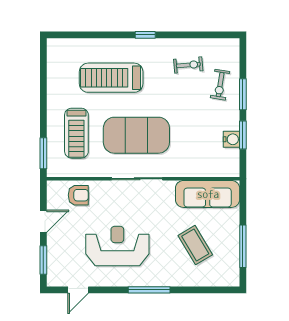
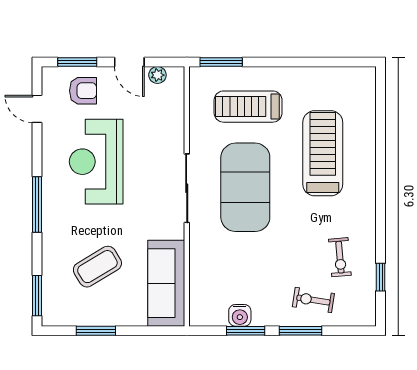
window: (145, 35) -> (381, 277), moved
armchair: (78, 195) -> (83, 91), moved, turned -90
plant: (53, 200) -> (157, 75), added
reception desk: (117, 246) -> (96, 162), turned 180
window: (243, 246) -> (96, 331), width x0.69
window: (217, 290) -> (37, 296), added

